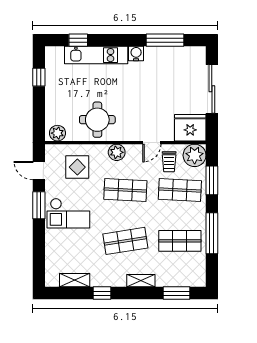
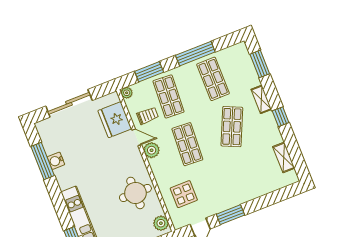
water cooler: (136, 54) -> (56, 161), moved
fridge: (190, 128) -> (115, 120), moved
plant: (117, 152) -> (152, 150), moved
plant: (195, 155) -> (127, 93), width x0.53, depth x0.53
checkout: (68, 213) -> (227, 186), removed
shop shelf: (125, 241) -> (232, 127), turned 33
window: (102, 293) -> (281, 117), moved

